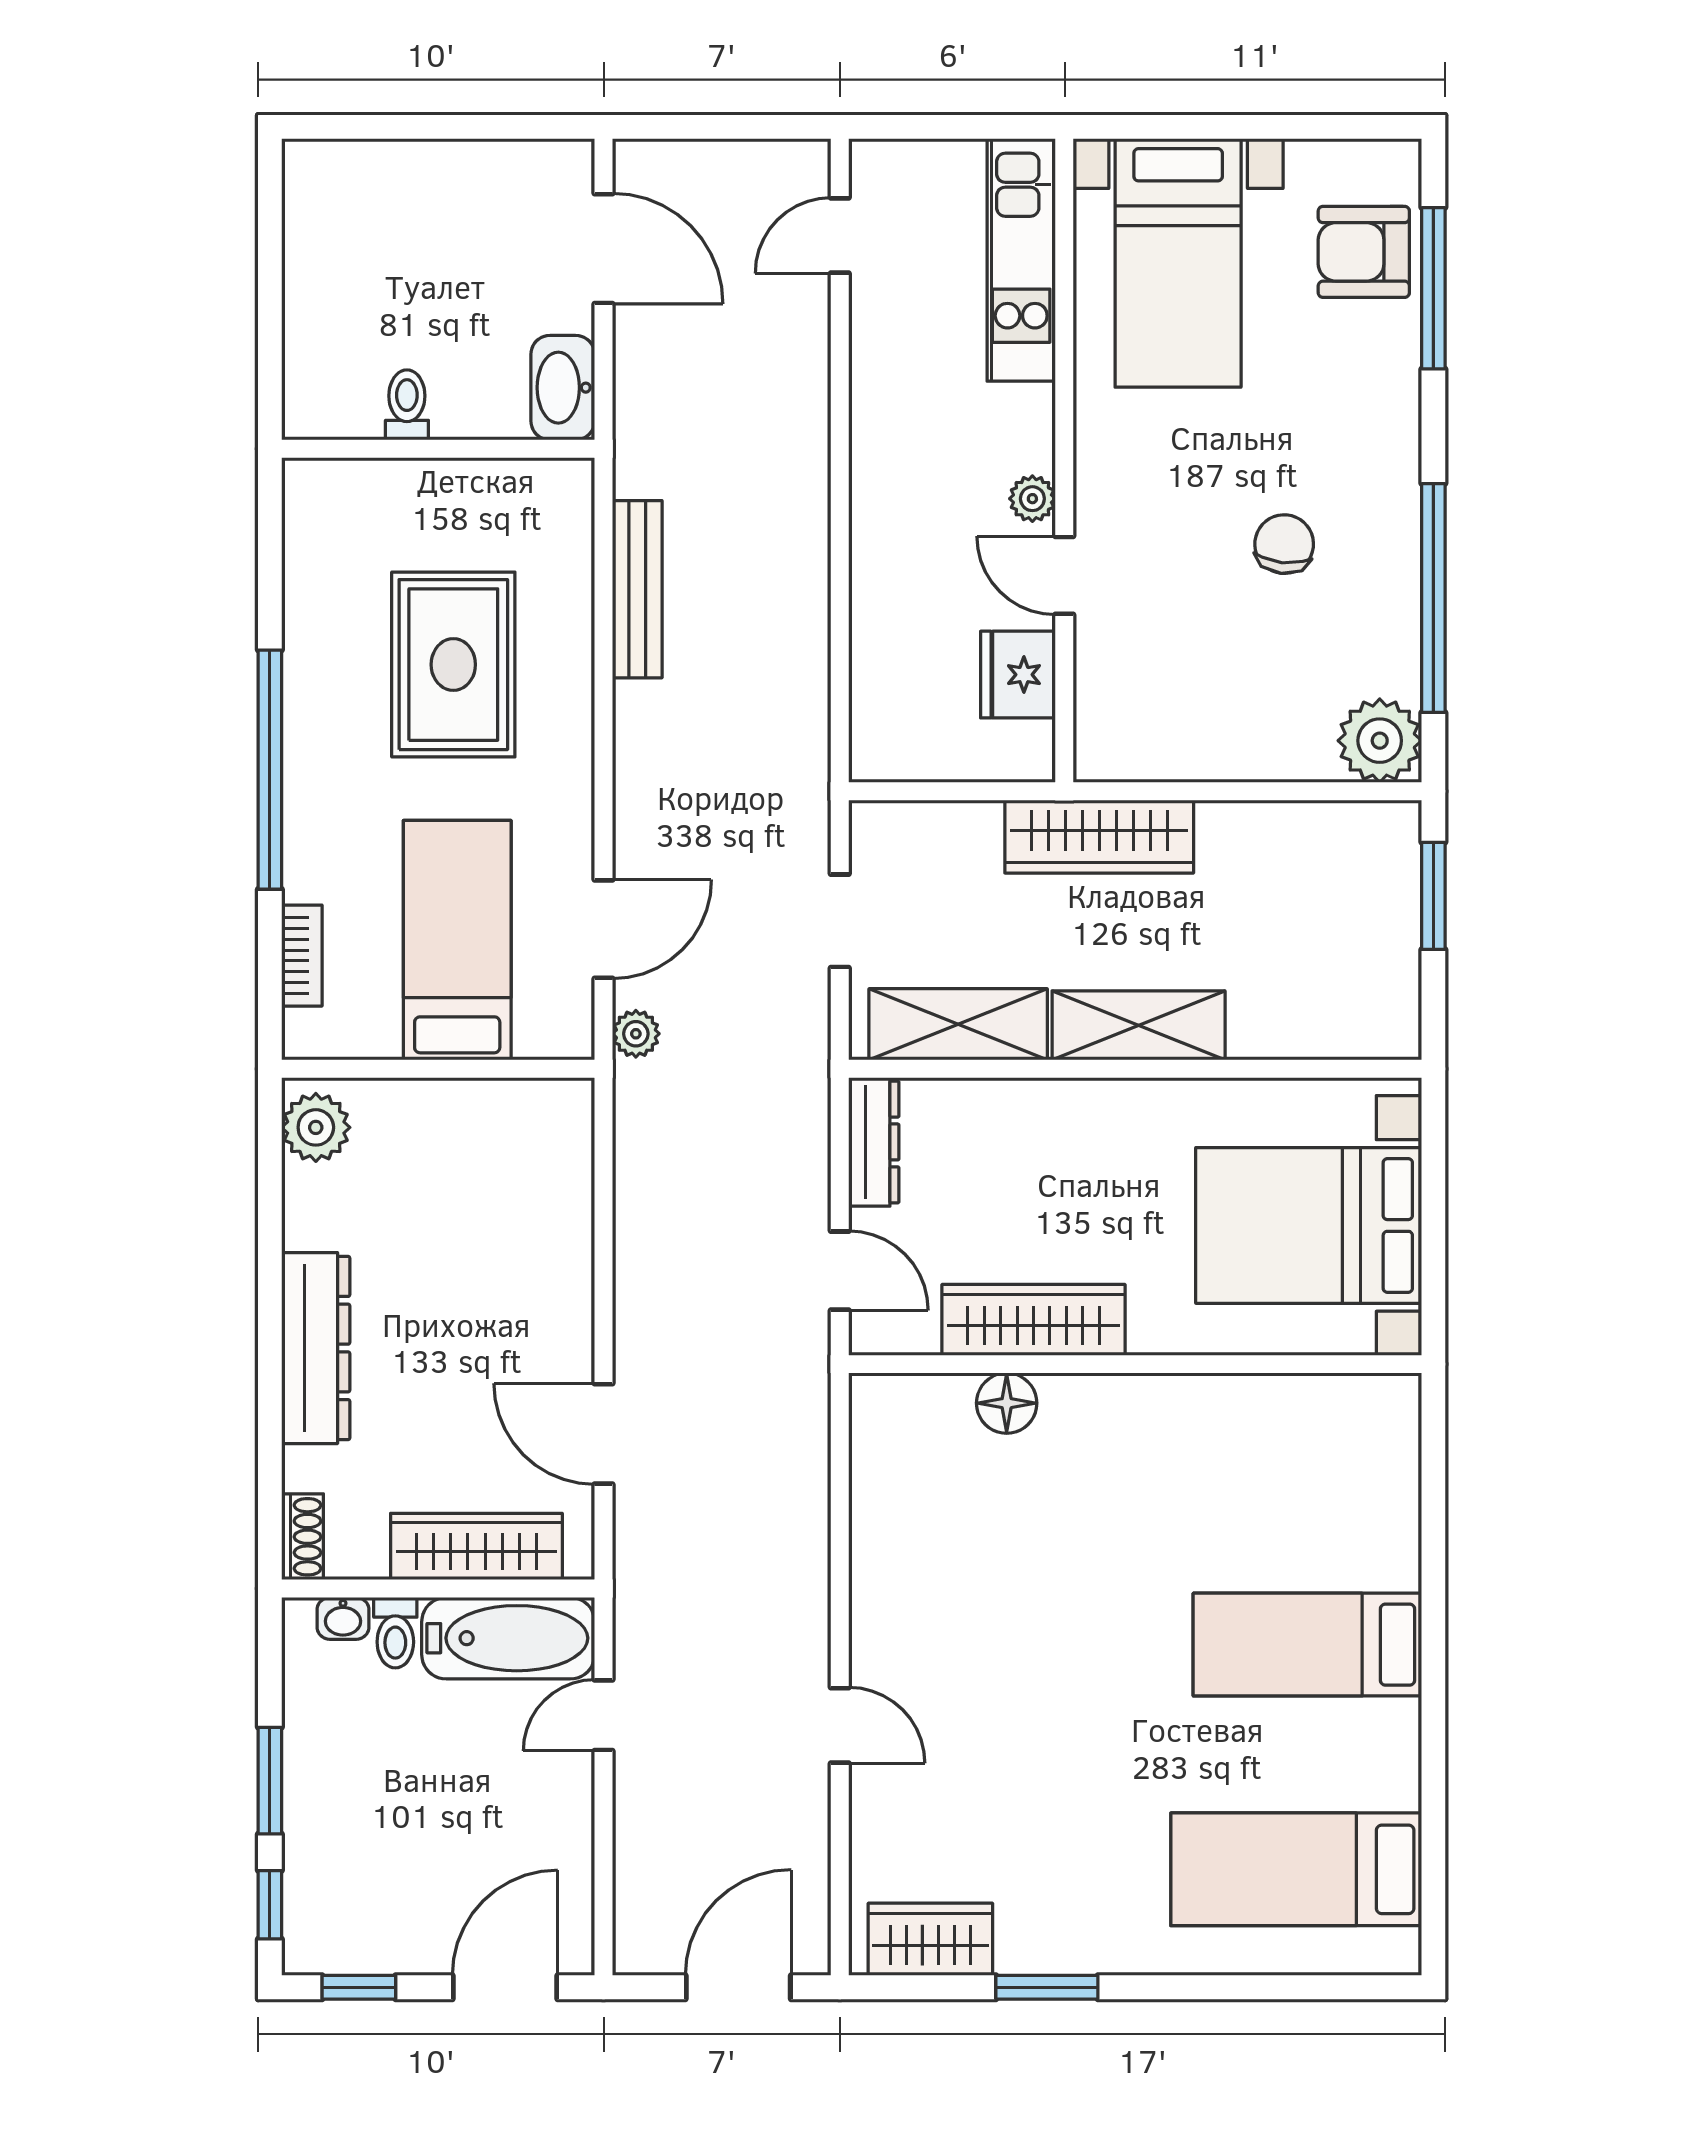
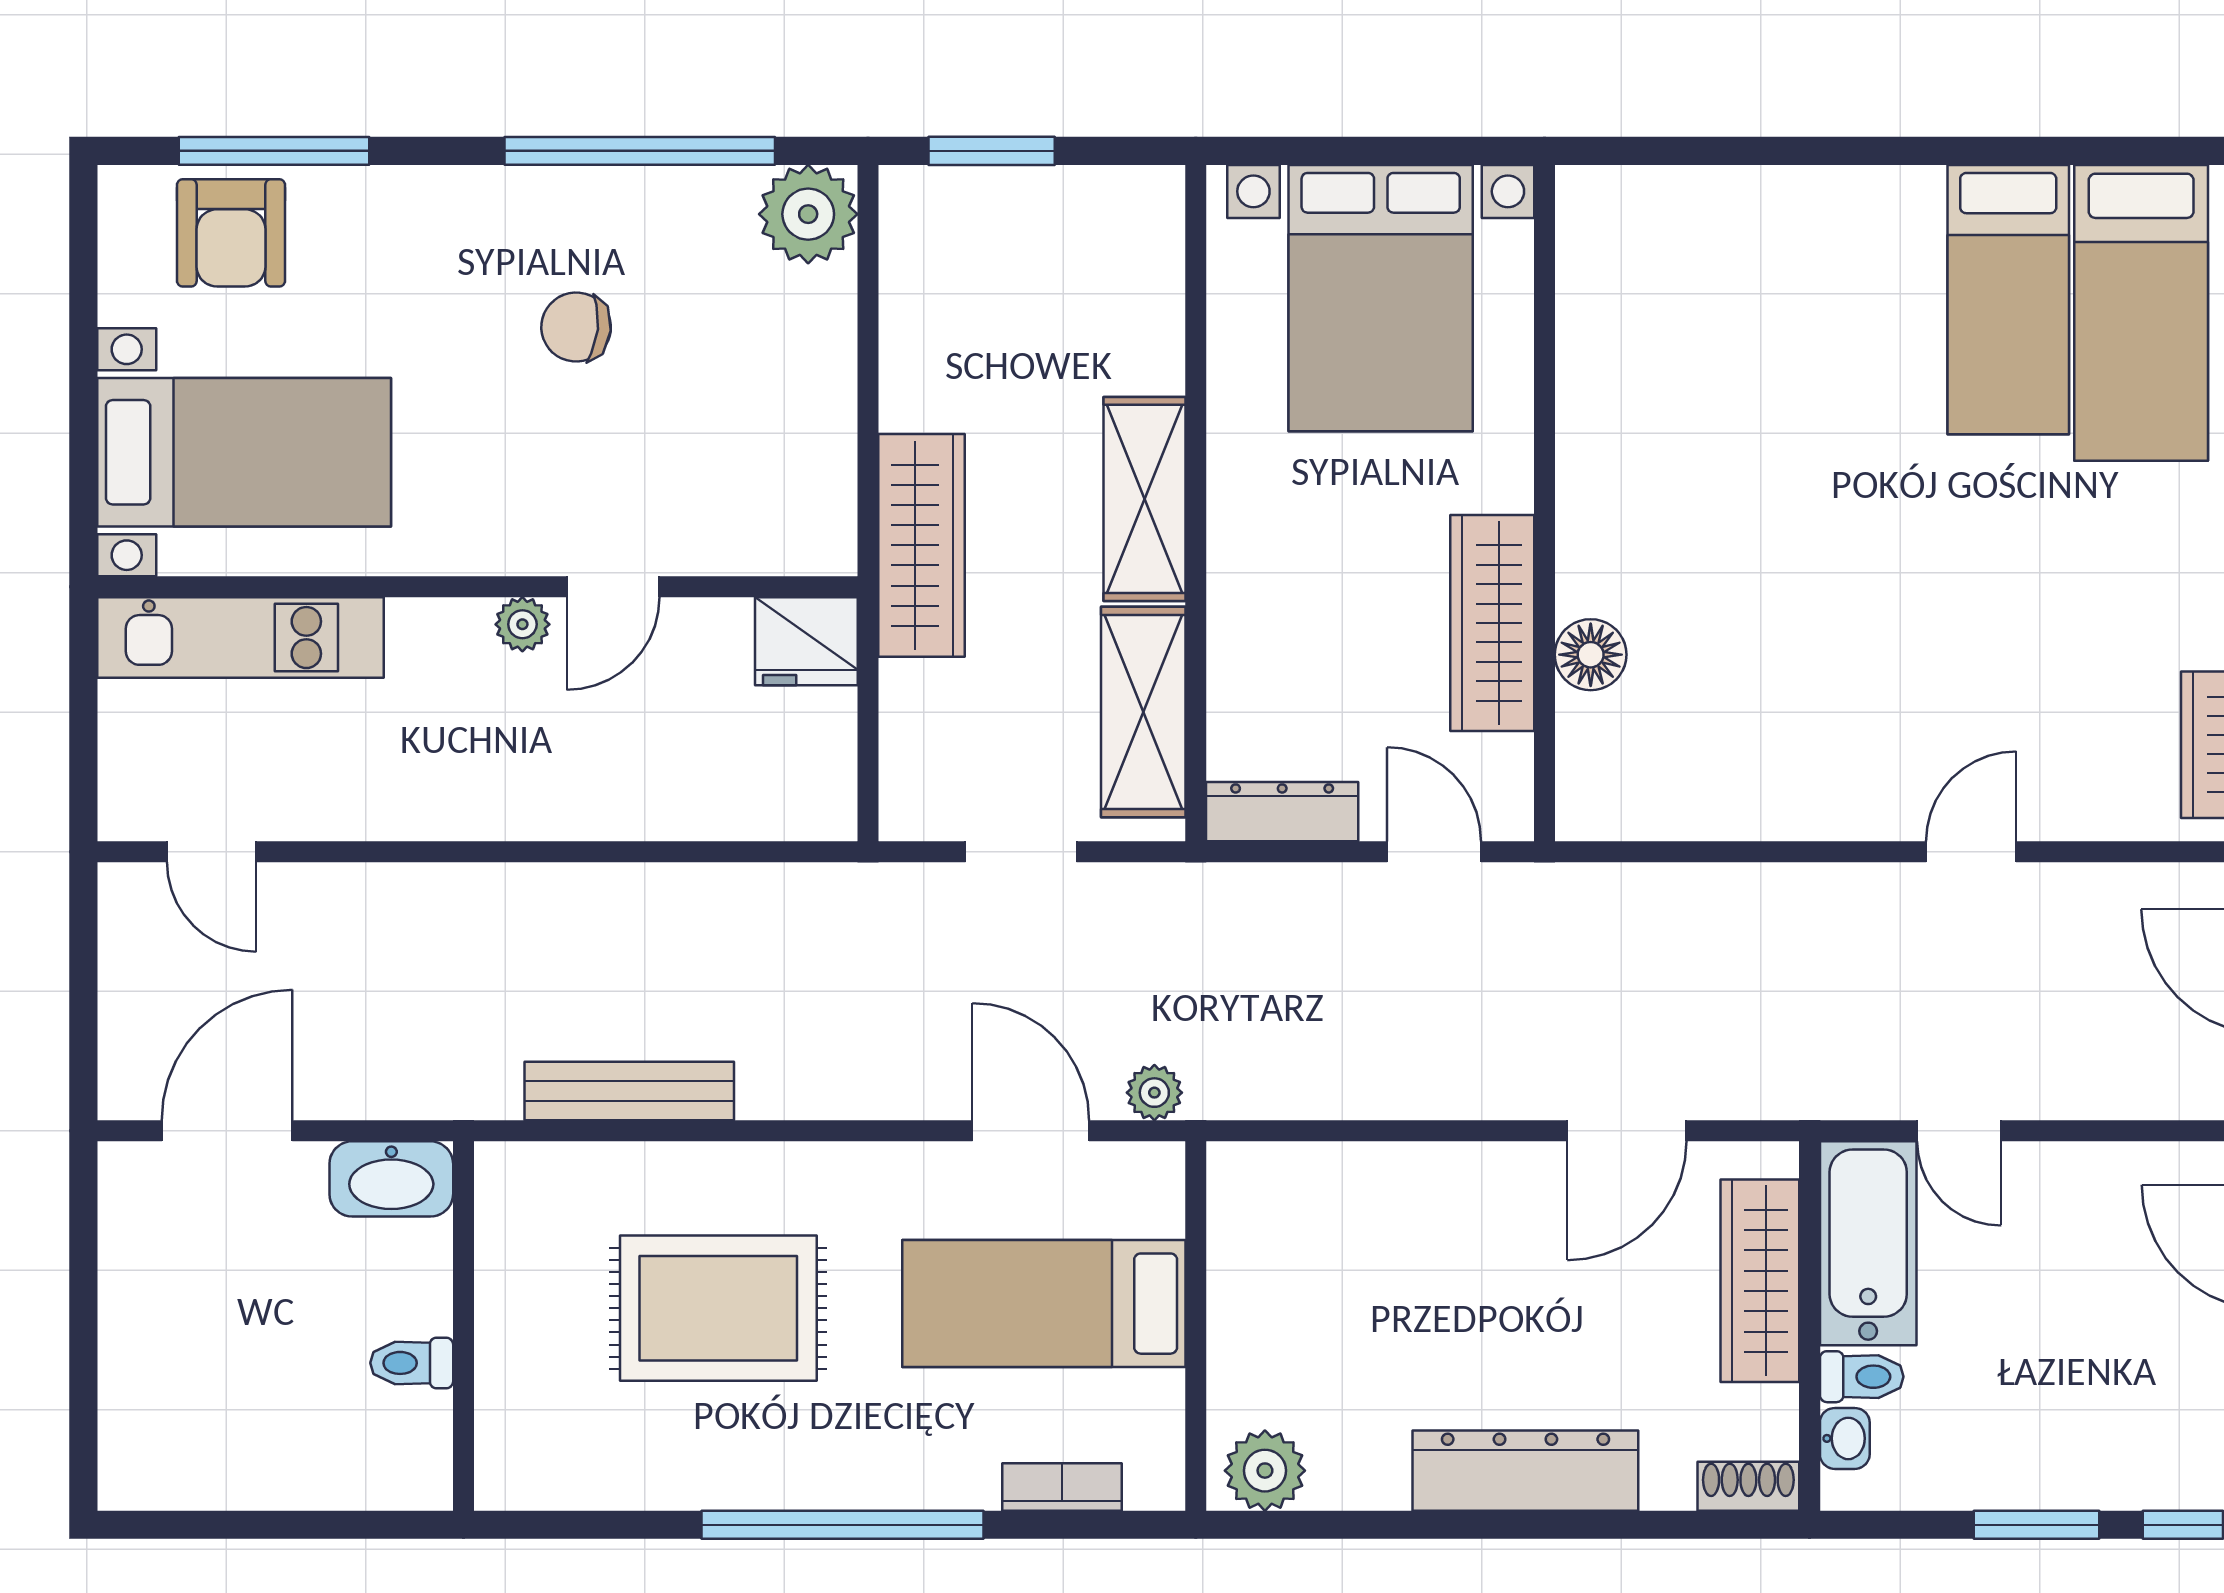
fridge: (1018, 675) -> (806, 641), moved
door: (840, 1271) -> (1434, 852), hinge flipped
bed: (1307, 1645) -> (2008, 300), moved

